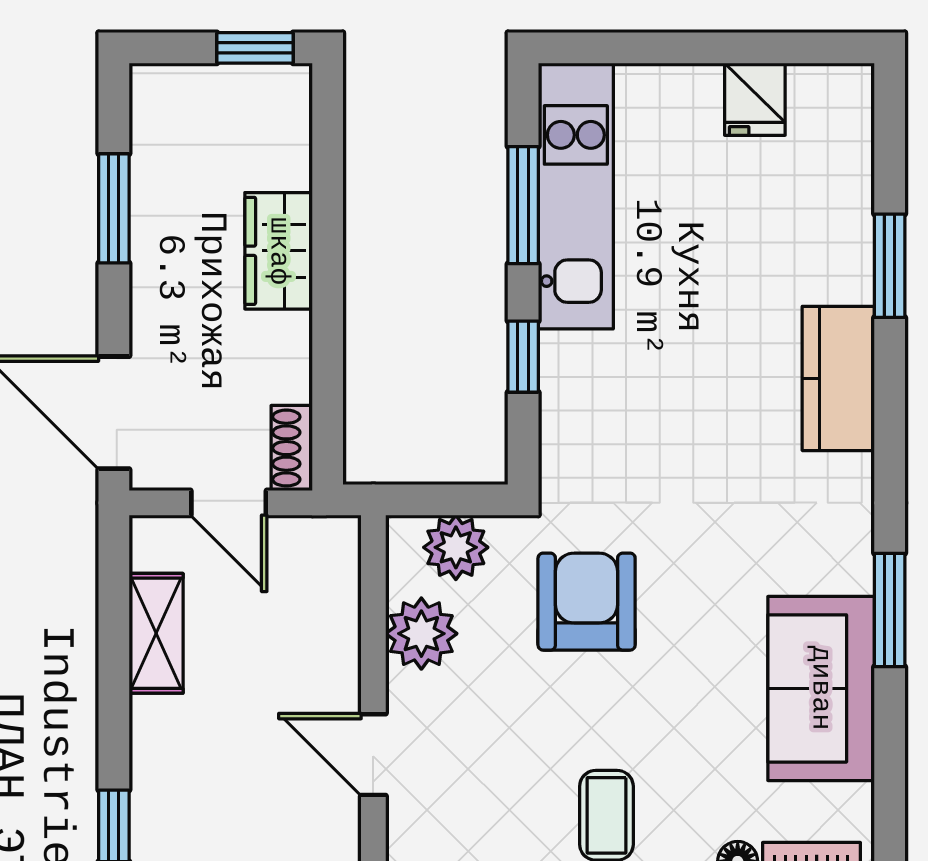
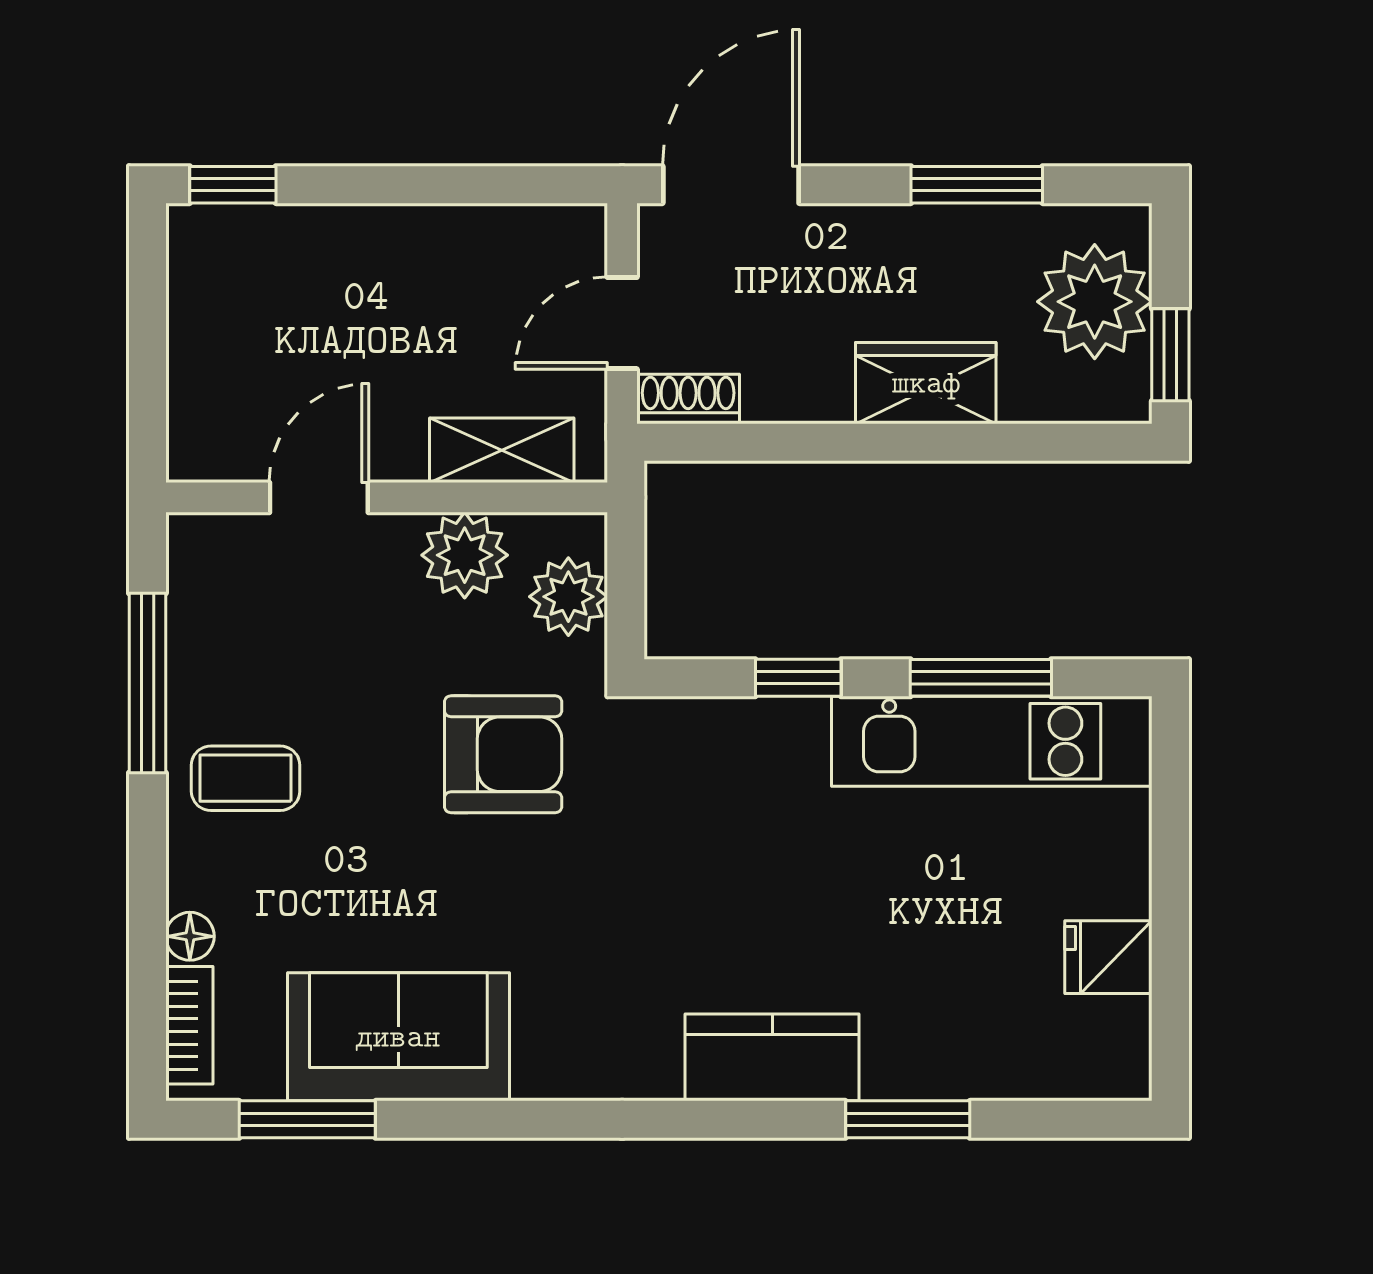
plant: (211, 111) -> (1095, 302), added
window: (890, 610) -> (307, 1119), moved
shelving: (156, 633) -> (502, 450), moved

